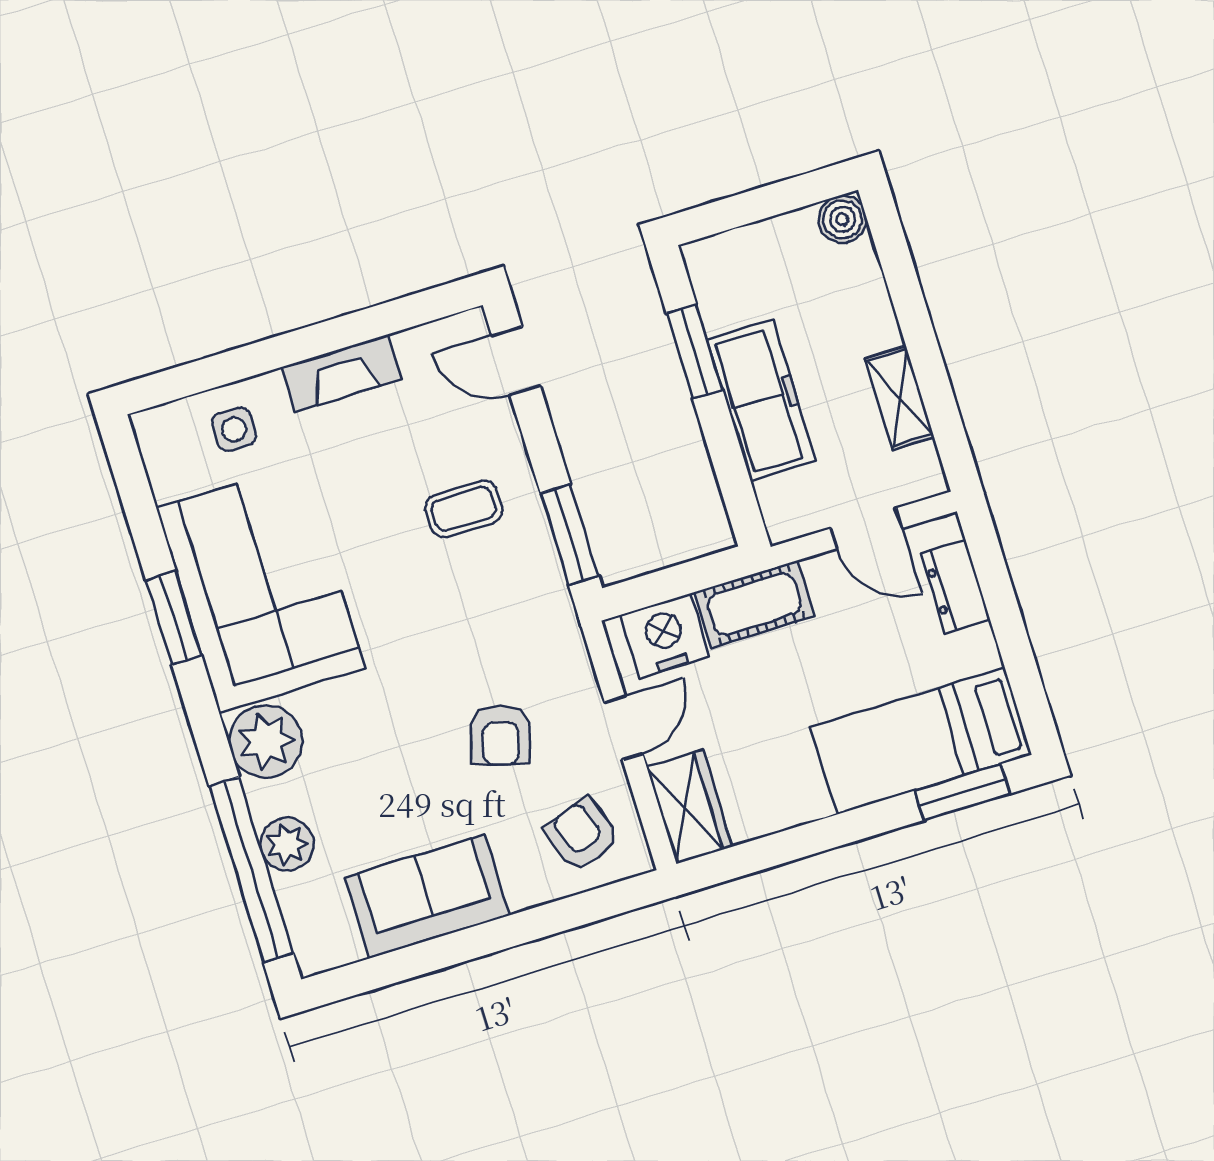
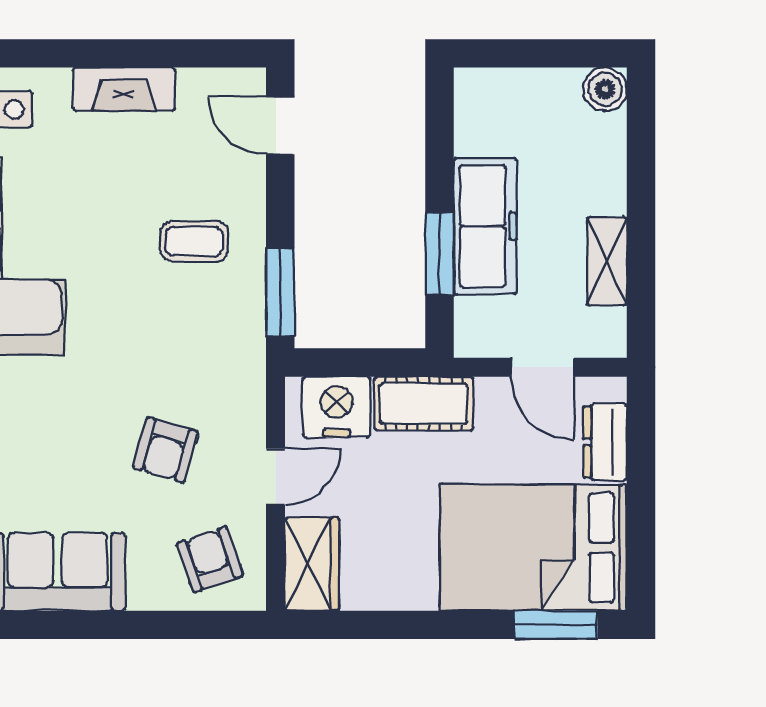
window: (695, 352) -> (439, 254), moved
bed: (921, 741) -> (533, 548), width x1.50

